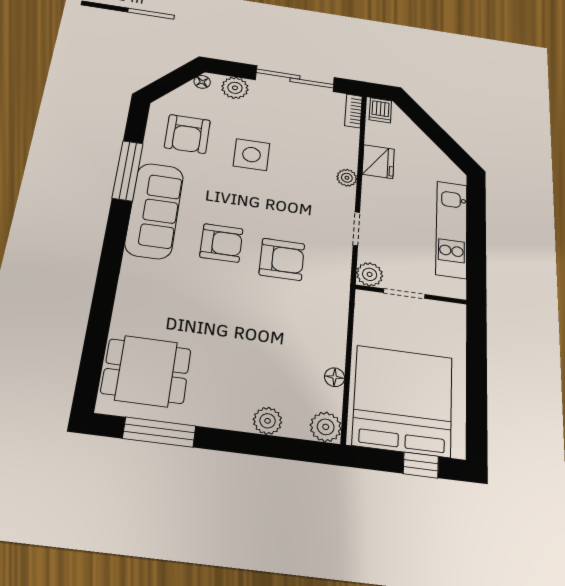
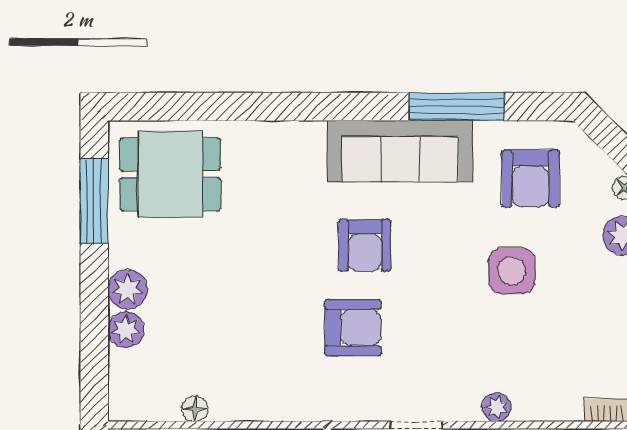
armchair: (187, 134) -> (530, 179), turned -90
armchair: (282, 259) -> (353, 328), turned -90
dining table: (146, 371) -> (170, 174), turned 90
plant: (326, 427) -> (128, 289), moved

